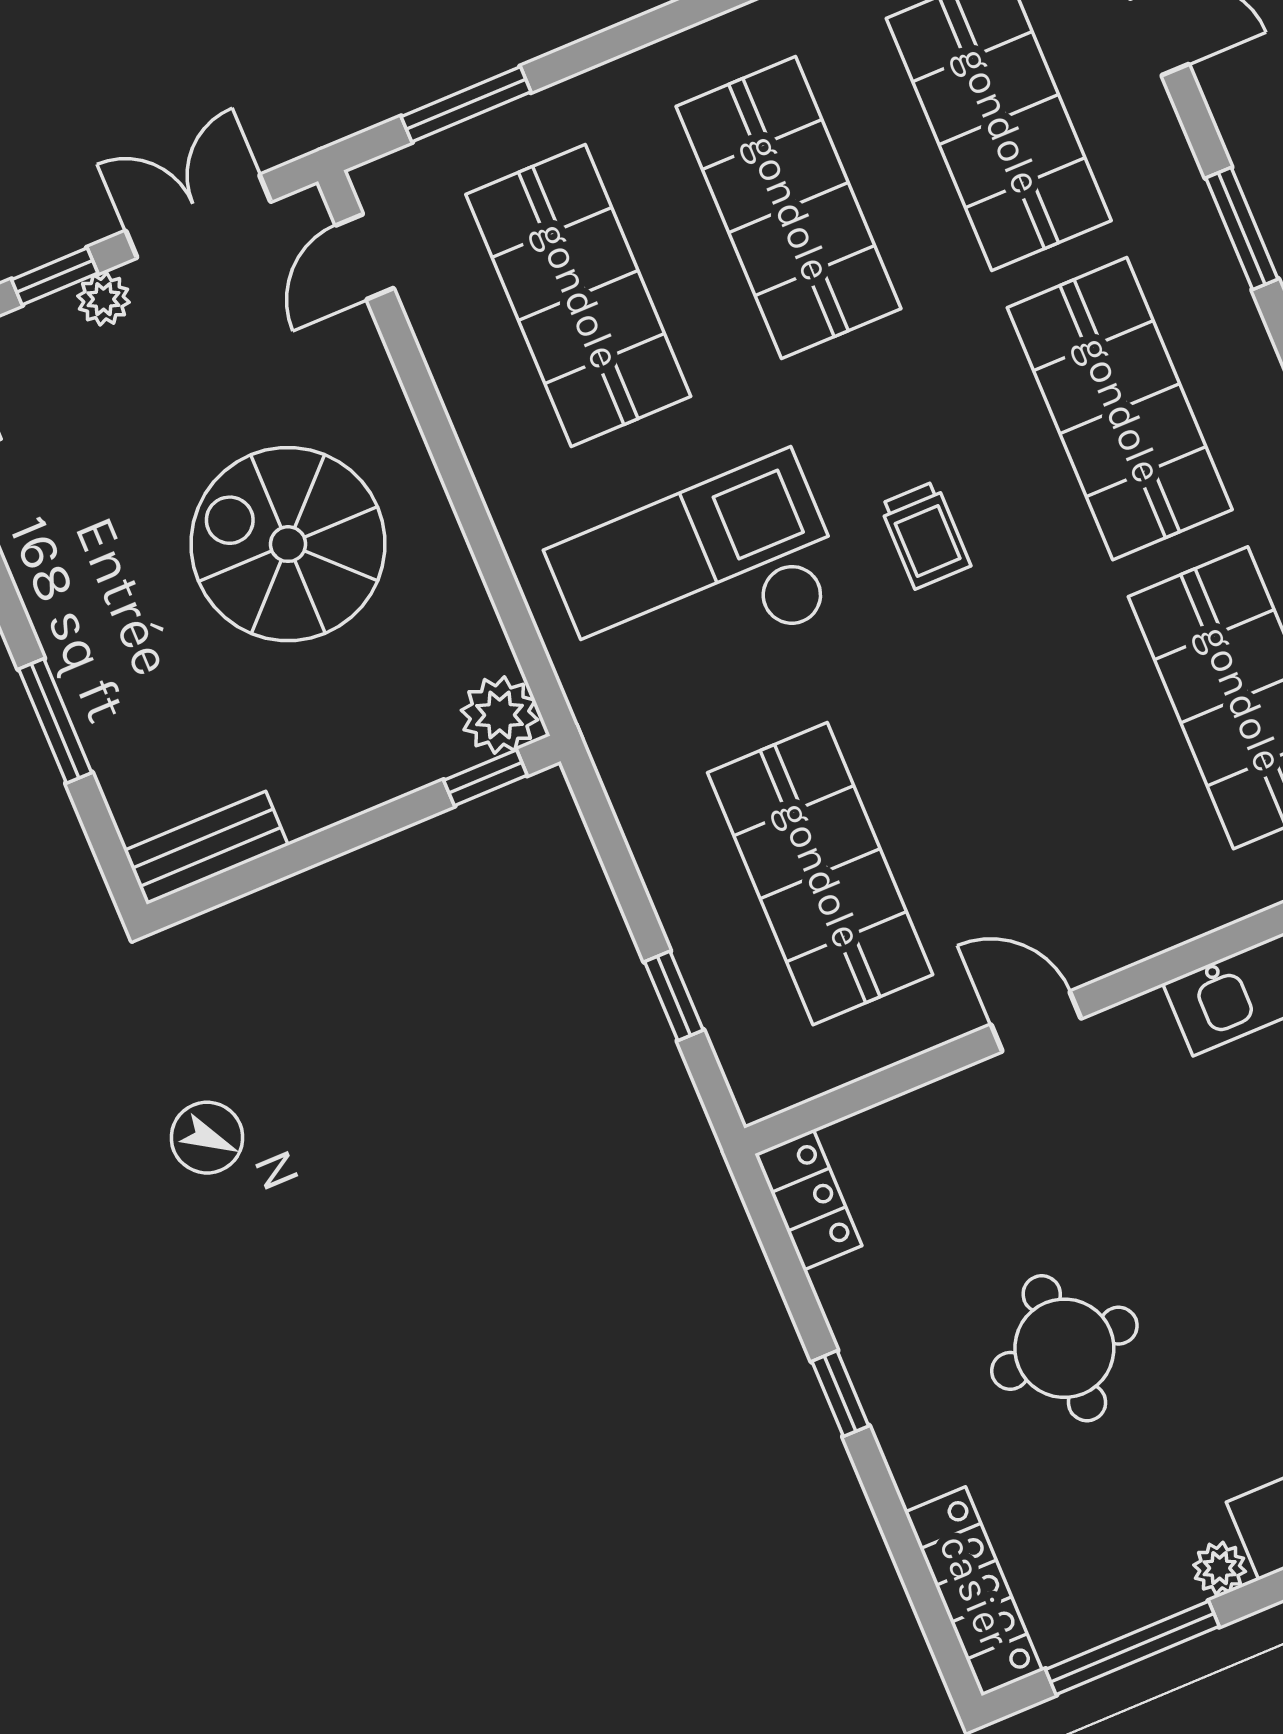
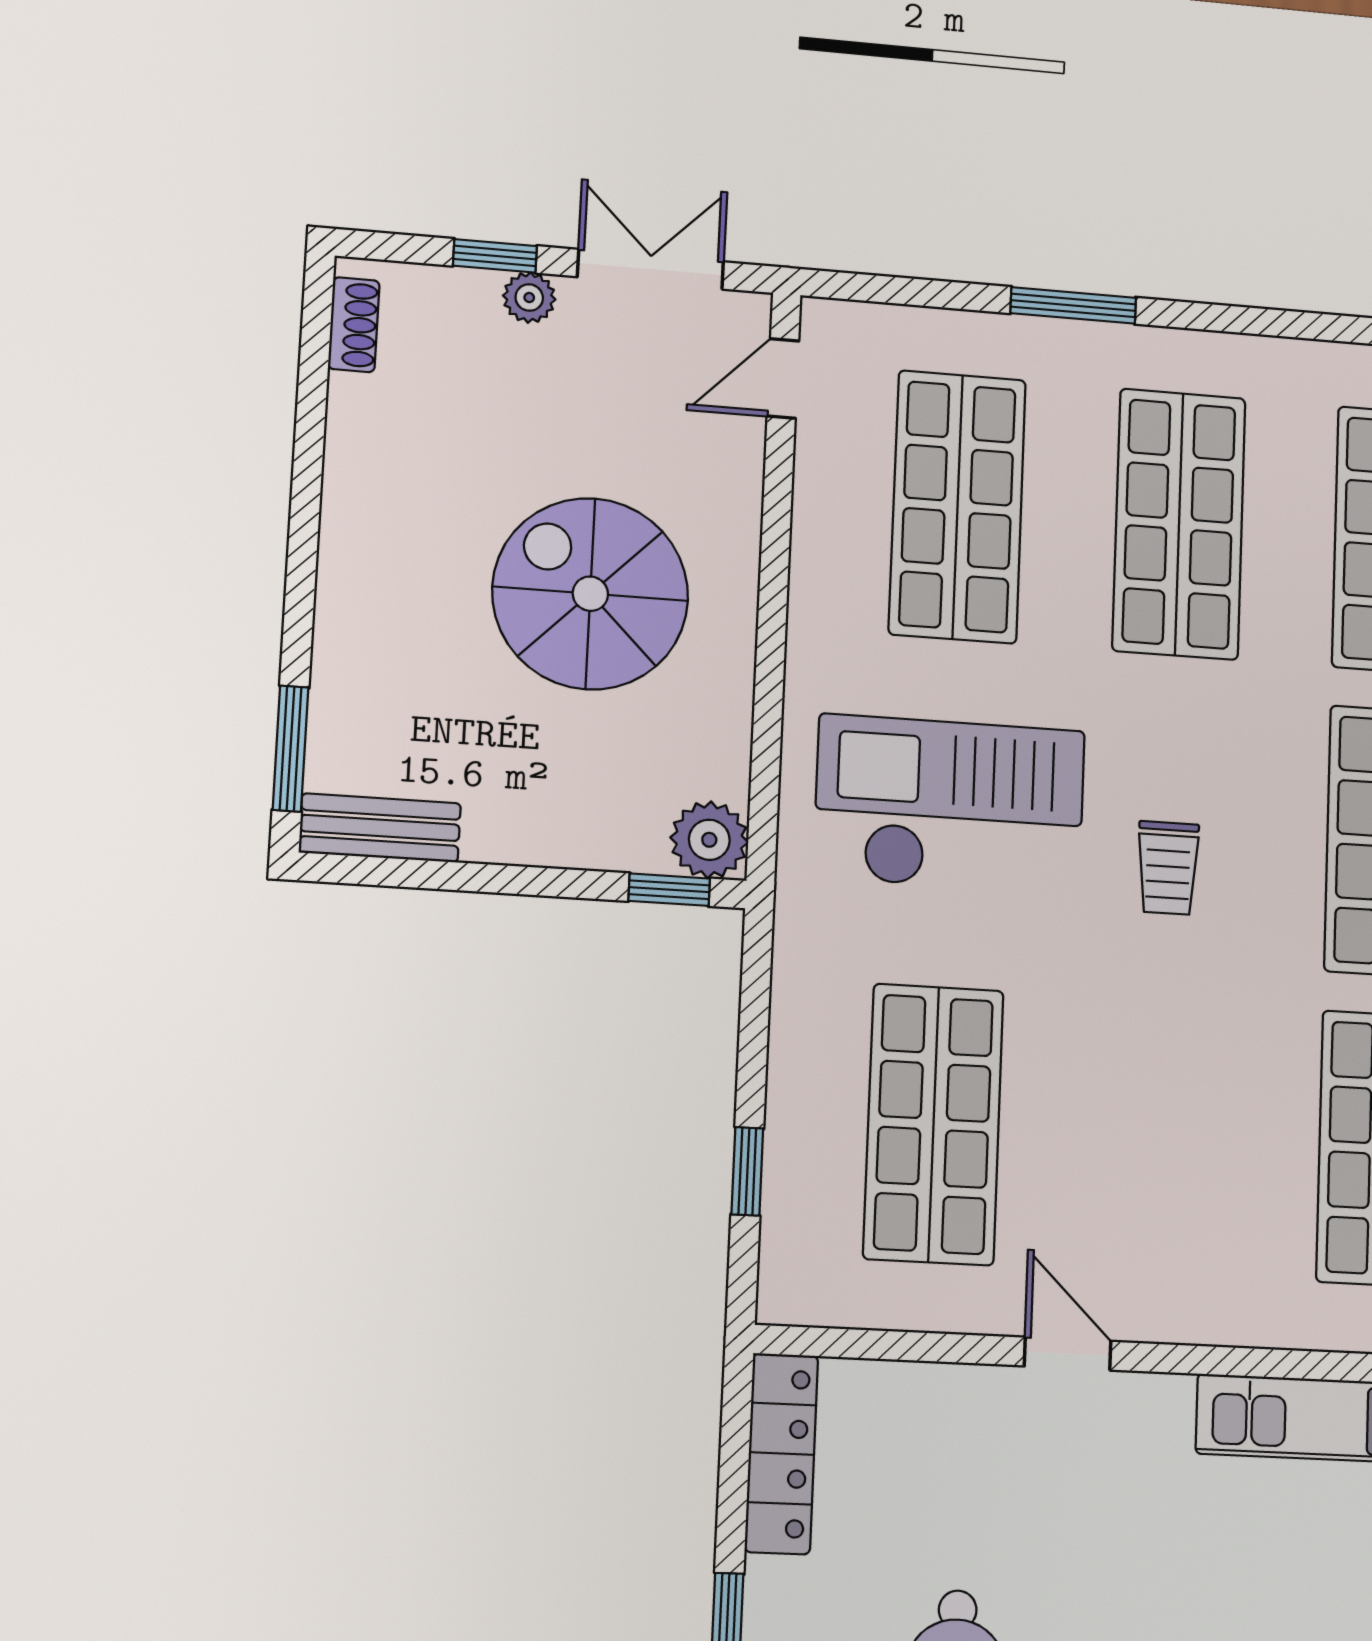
window: (466, 104) -> (1073, 305), moved
window: (55, 721) -> (291, 749), moved
locker: (808, 1200) -> (781, 1454), width x1.53

